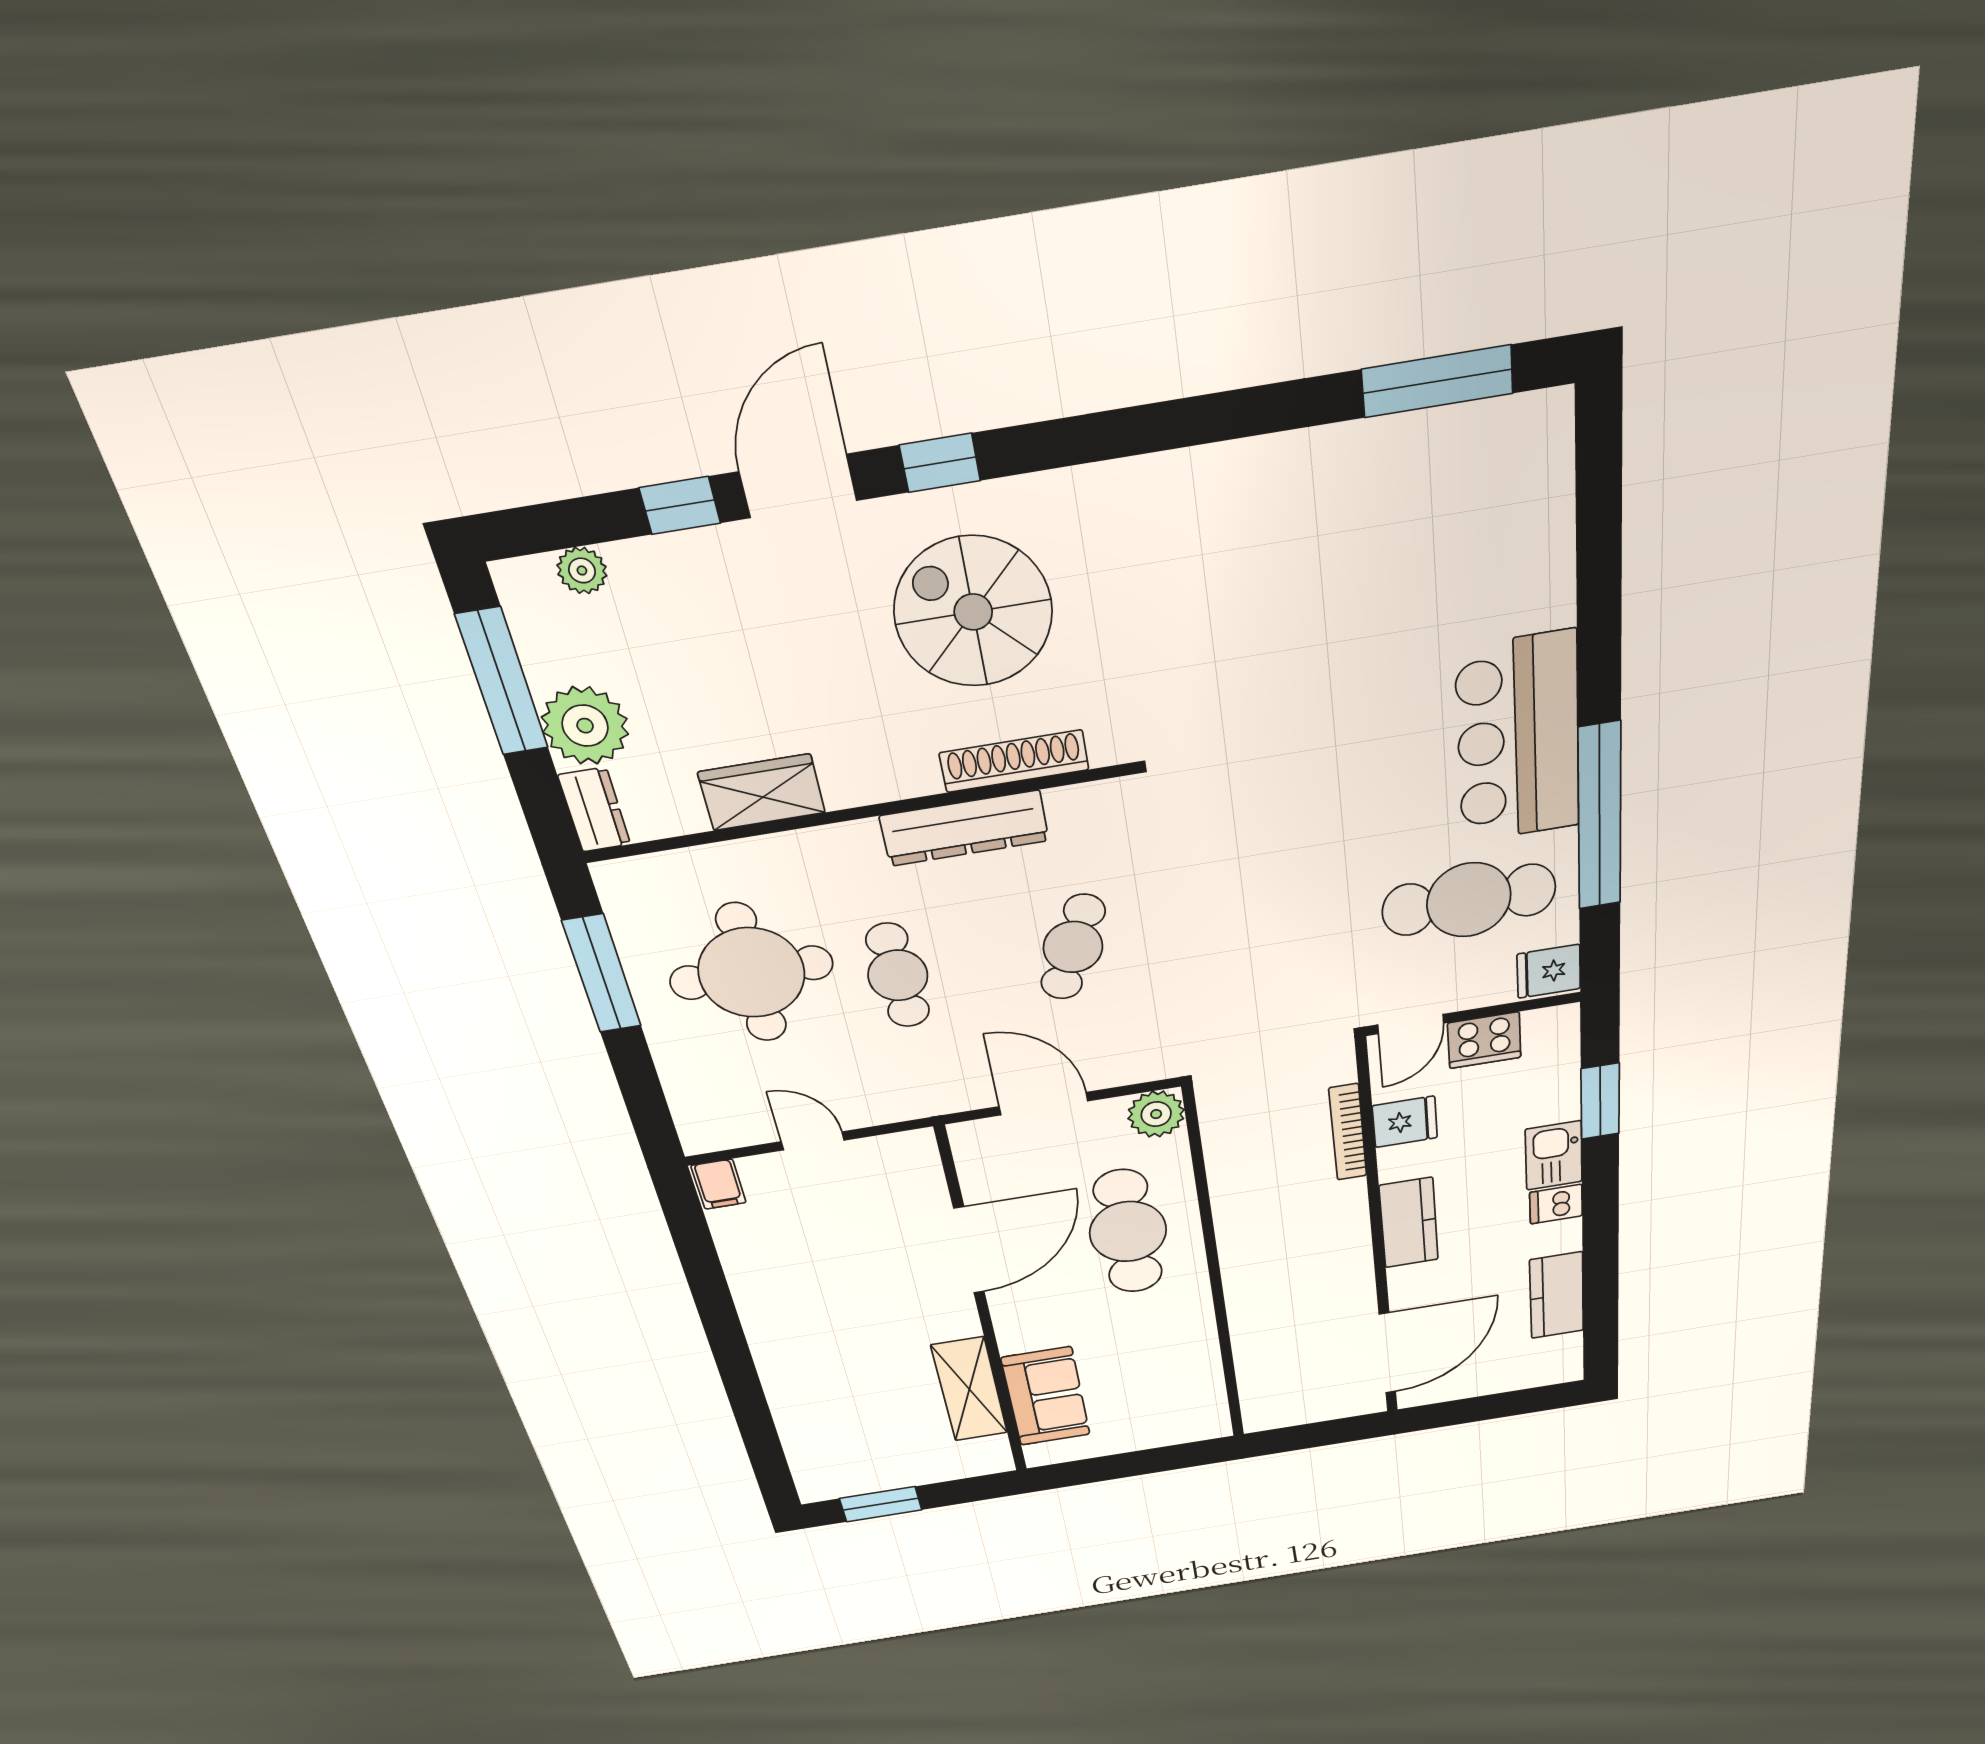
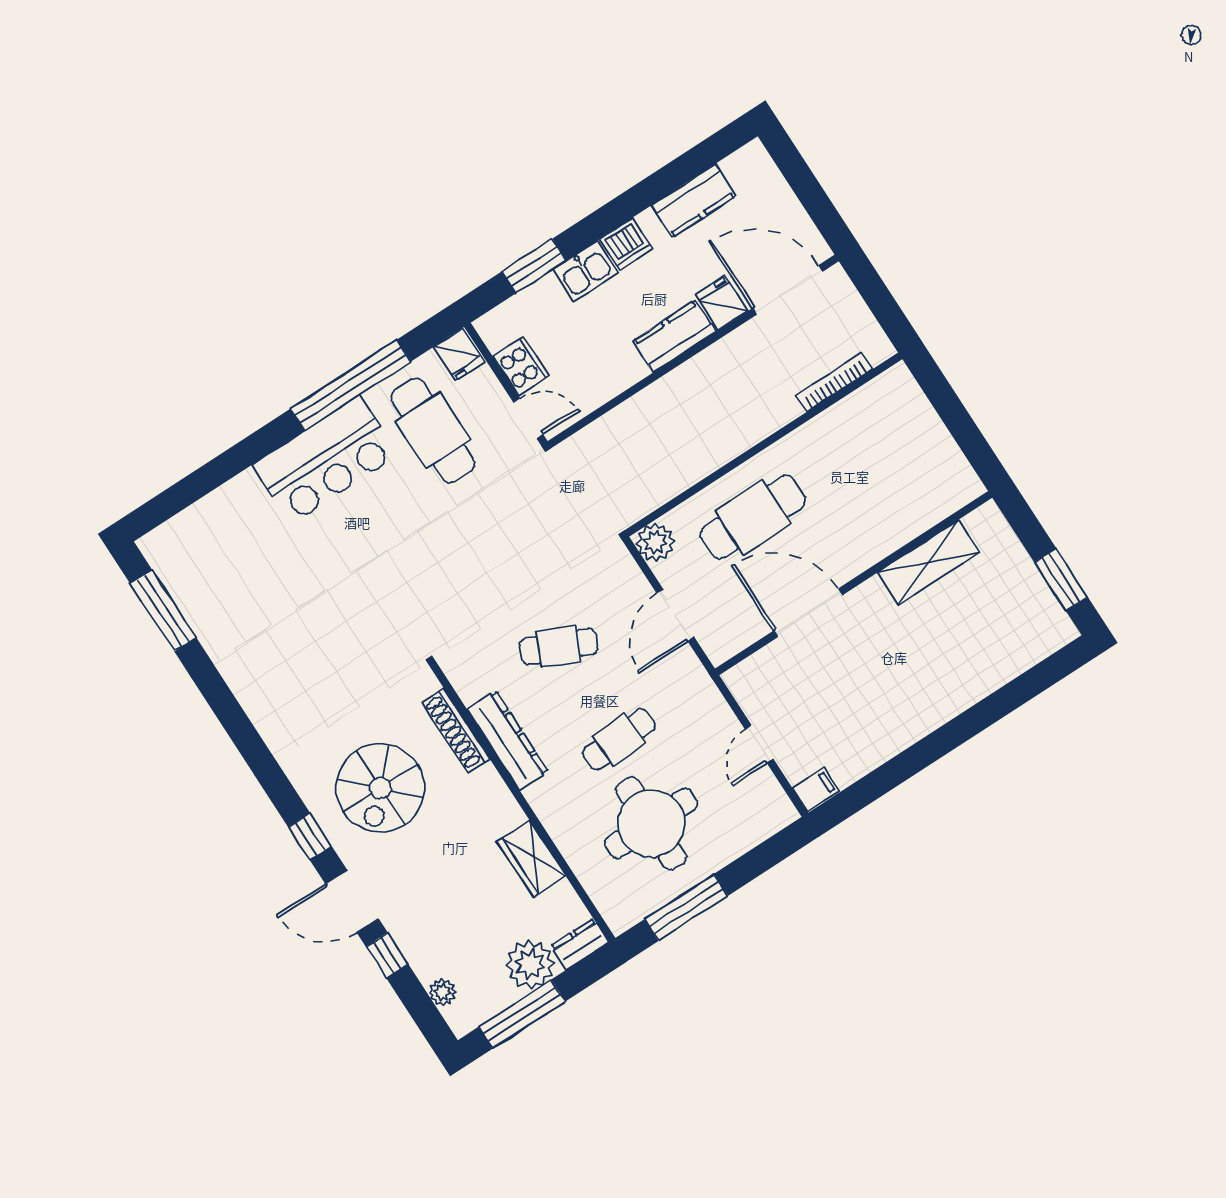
fridge: (1405, 1122) -> (722, 303), moved
bookcase: (1348, 1132) -> (834, 382), moved, turned 180
dishwasher: (1556, 1204) -> (626, 244), width x1.38
sofa: (1046, 1396) -> (915, 507), removed

